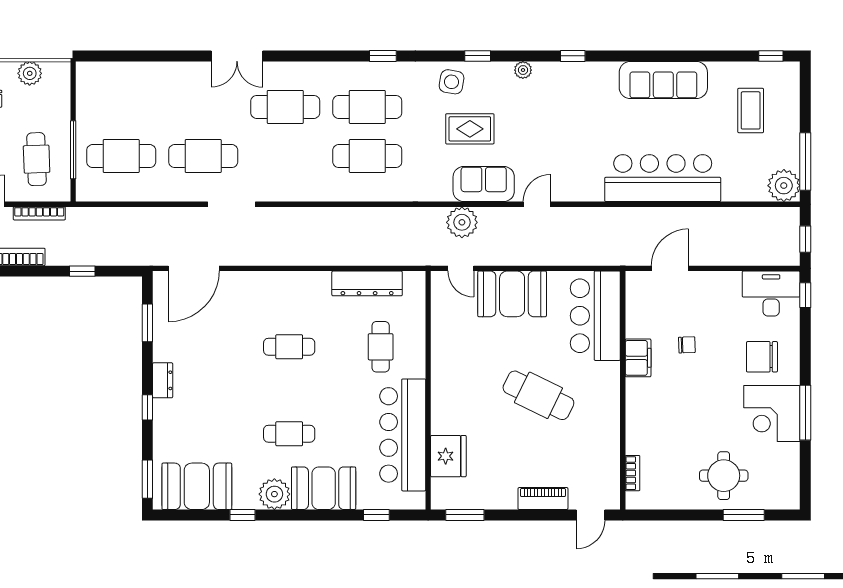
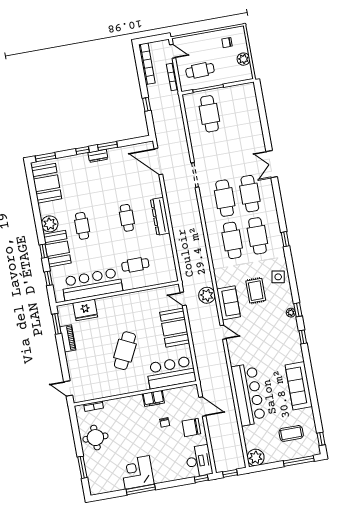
window: (478, 56) -> (298, 310), moved
cafe table: (203, 156) -> (225, 198), moved
window: (805, 161) -> (299, 461), moved
door: (461, 268) -> (183, 299), hinge flipped
dresser: (367, 283) -> (160, 216), moved
window: (147, 323) -> (107, 146), moved
chair: (762, 357) -> (191, 427), moved, turned -90
round table: (724, 476) -> (95, 438), moved
piano: (543, 499) -> (68, 338), moved
window: (243, 515) -> (43, 251), moved

